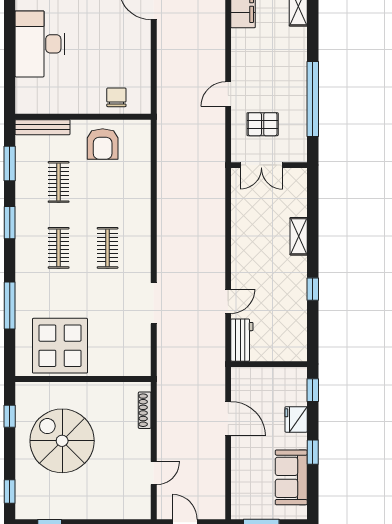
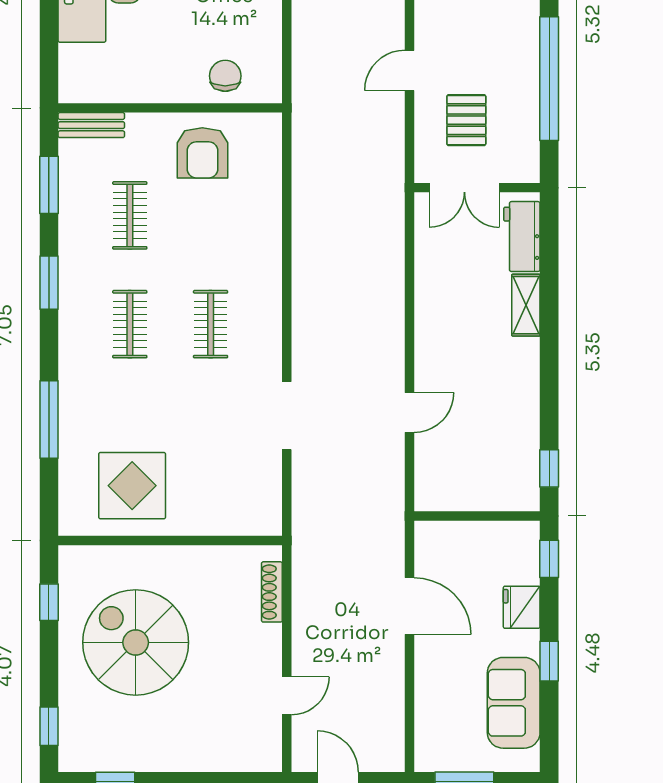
pallet: (263, 124) -> (466, 120), turned 90
bench: (43, 127) -> (91, 125), width x0.73
window: (313, 289) -> (549, 468), moved
workbench: (242, 340) -> (522, 237), moved, turned 180
display table: (60, 346) -> (132, 486), width x0.73, depth x0.73

